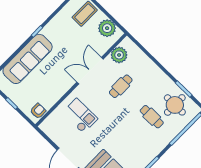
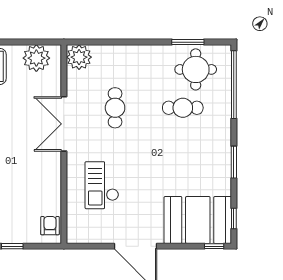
plant: (119, 55) -> (79, 57), moved
checkout: (80, 116) -> (102, 185), turned -90

